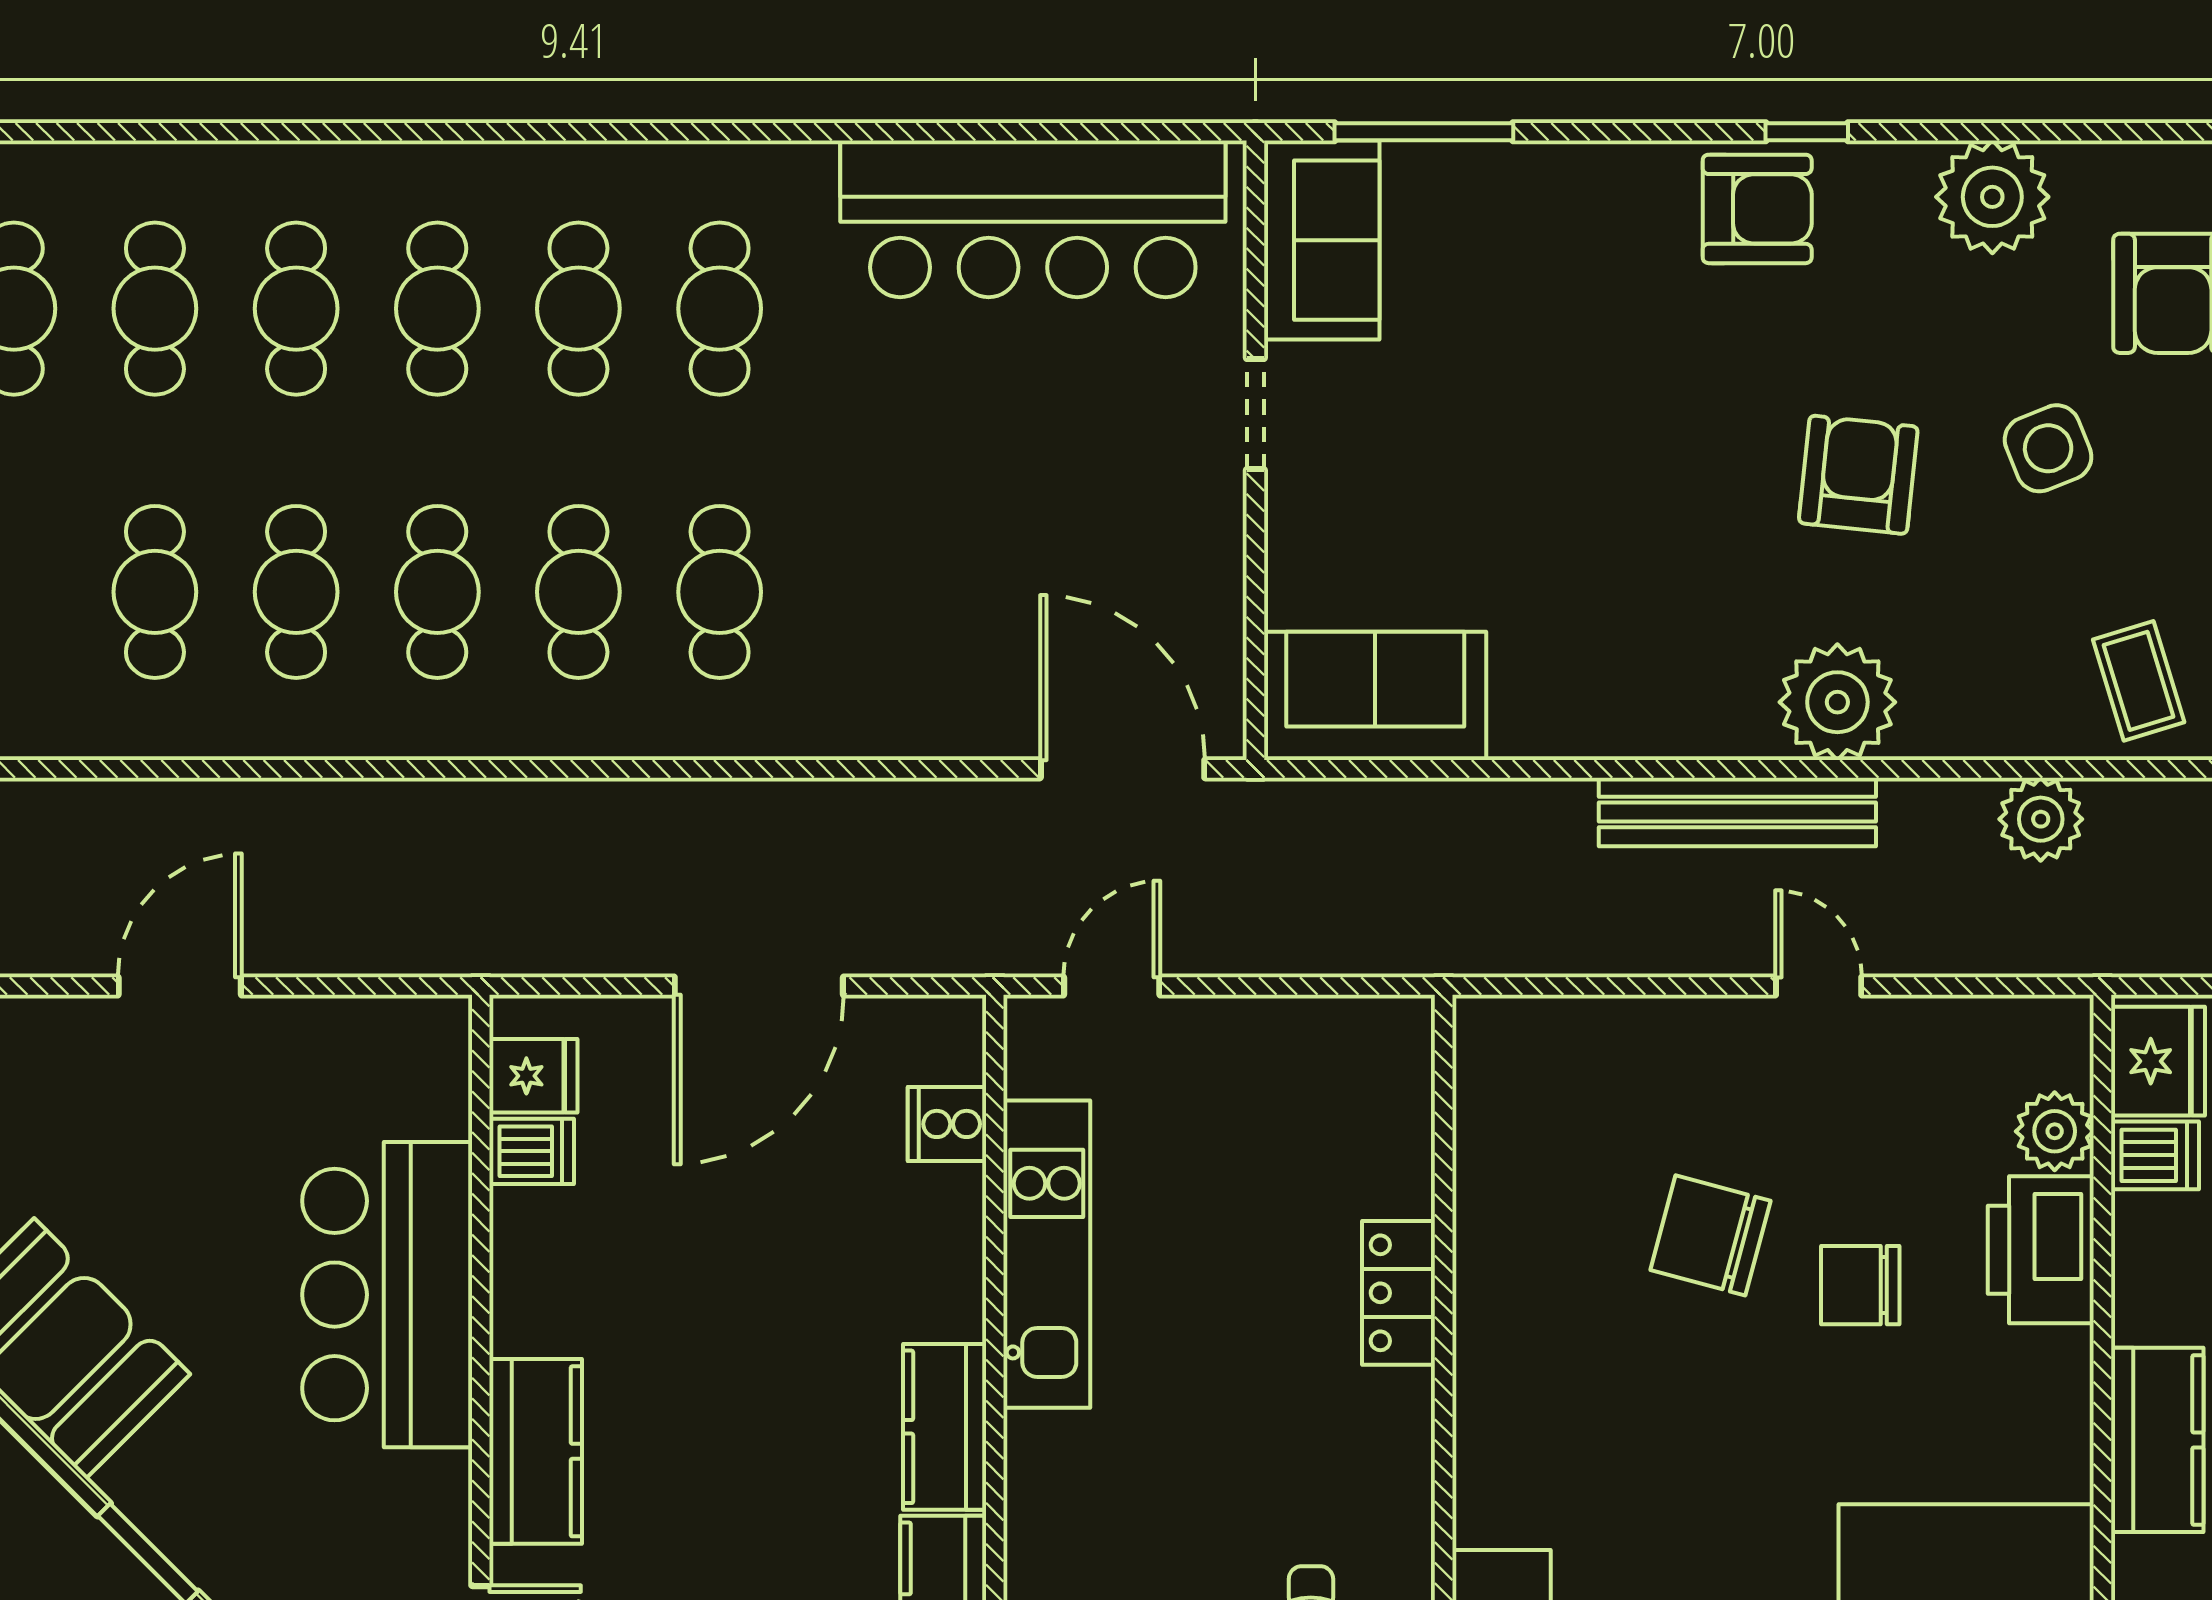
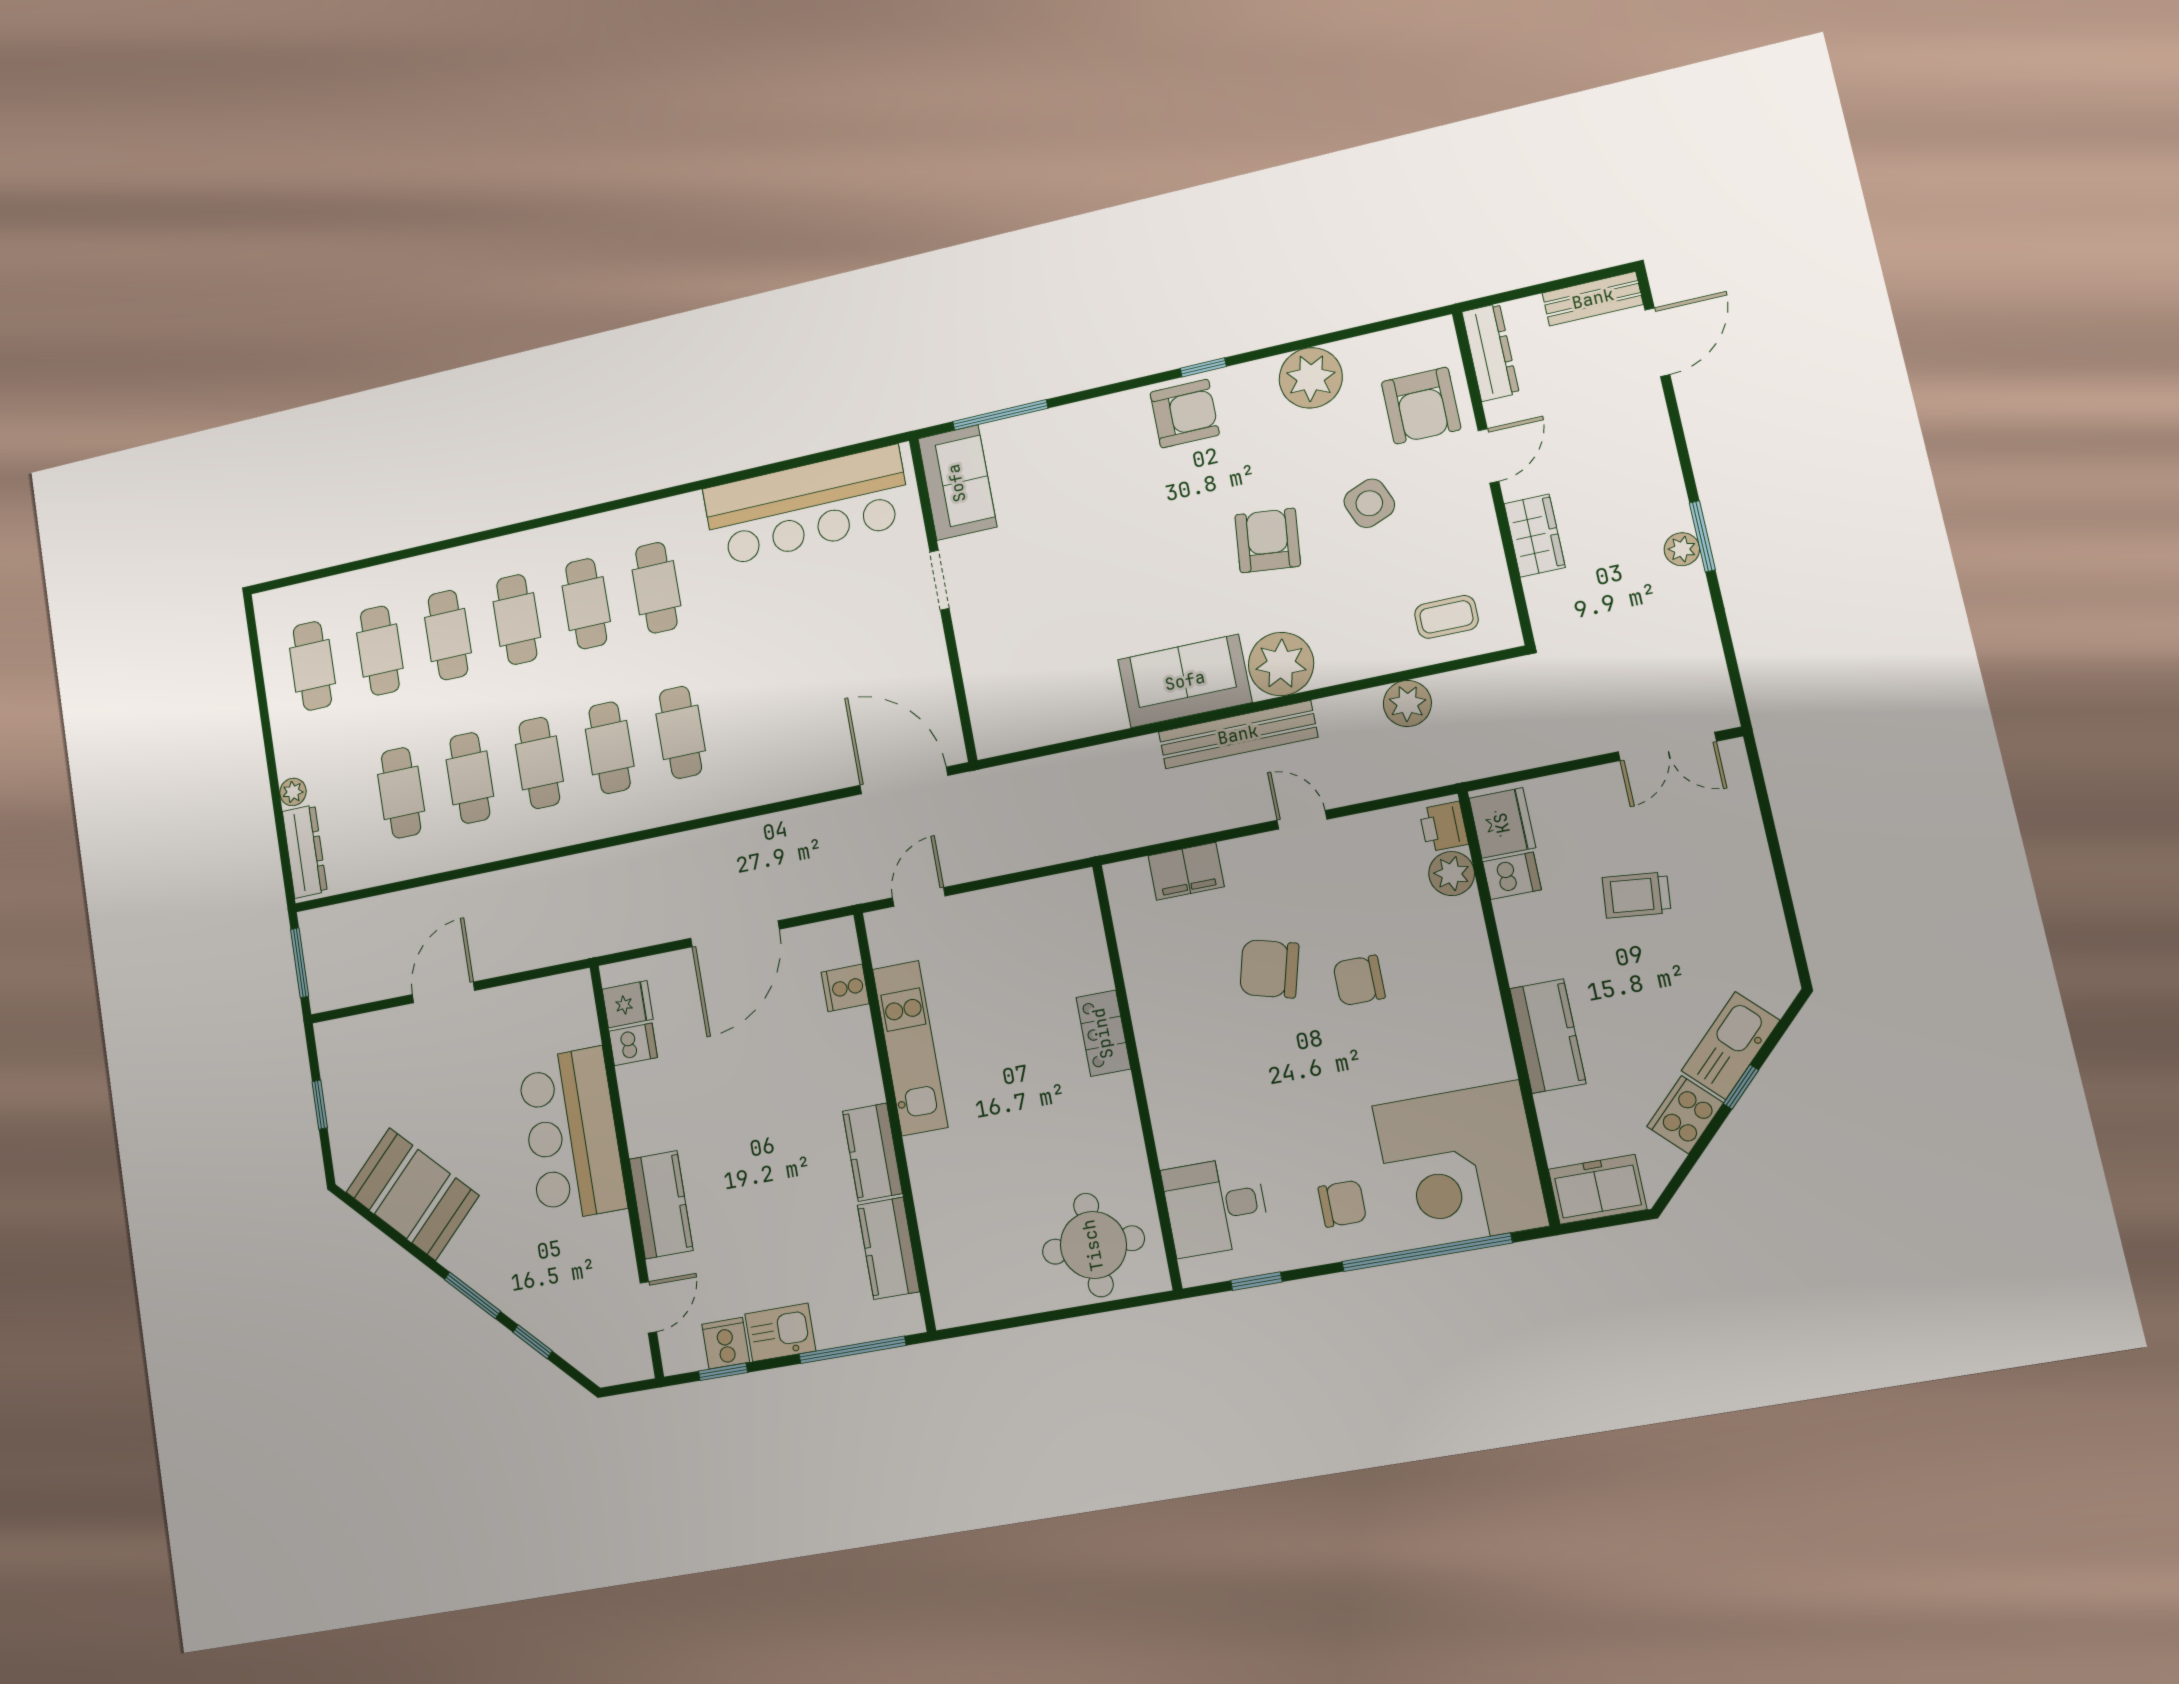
coffee table: (2139, 681) -> (1446, 617), turned -73
sofa: (1375, 696) -> (1185, 681), moved
filing cabinet: (1599, 1036) -> (1186, 871), added
printer: (2041, 1250) -> (1444, 827), moved, width x0.53, depth x0.68

